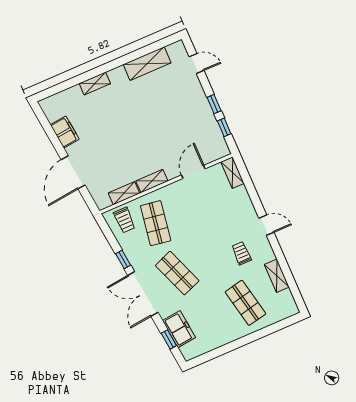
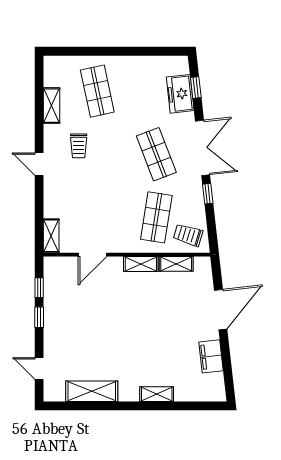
trolley: (124, 220) -> (188, 235), turned -73

